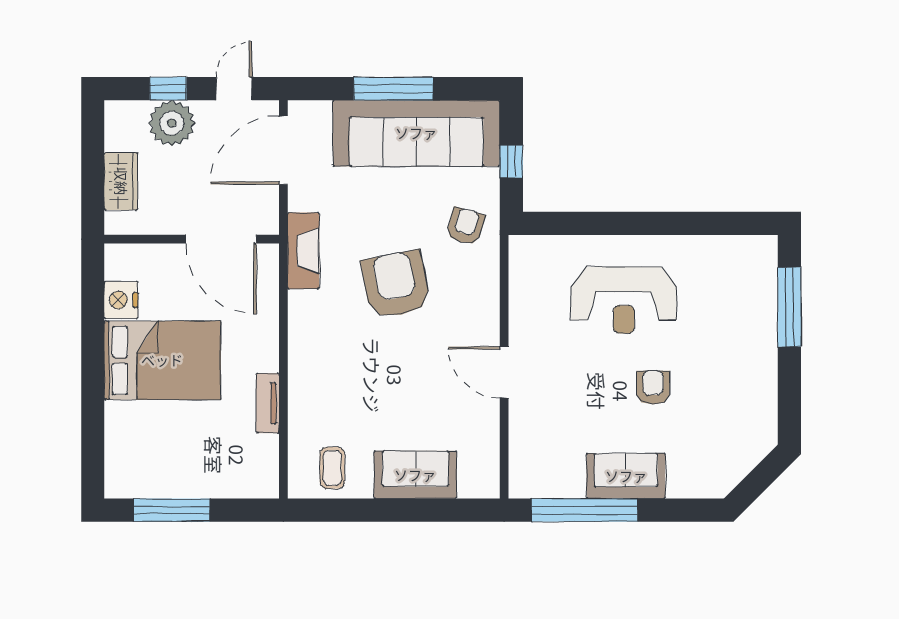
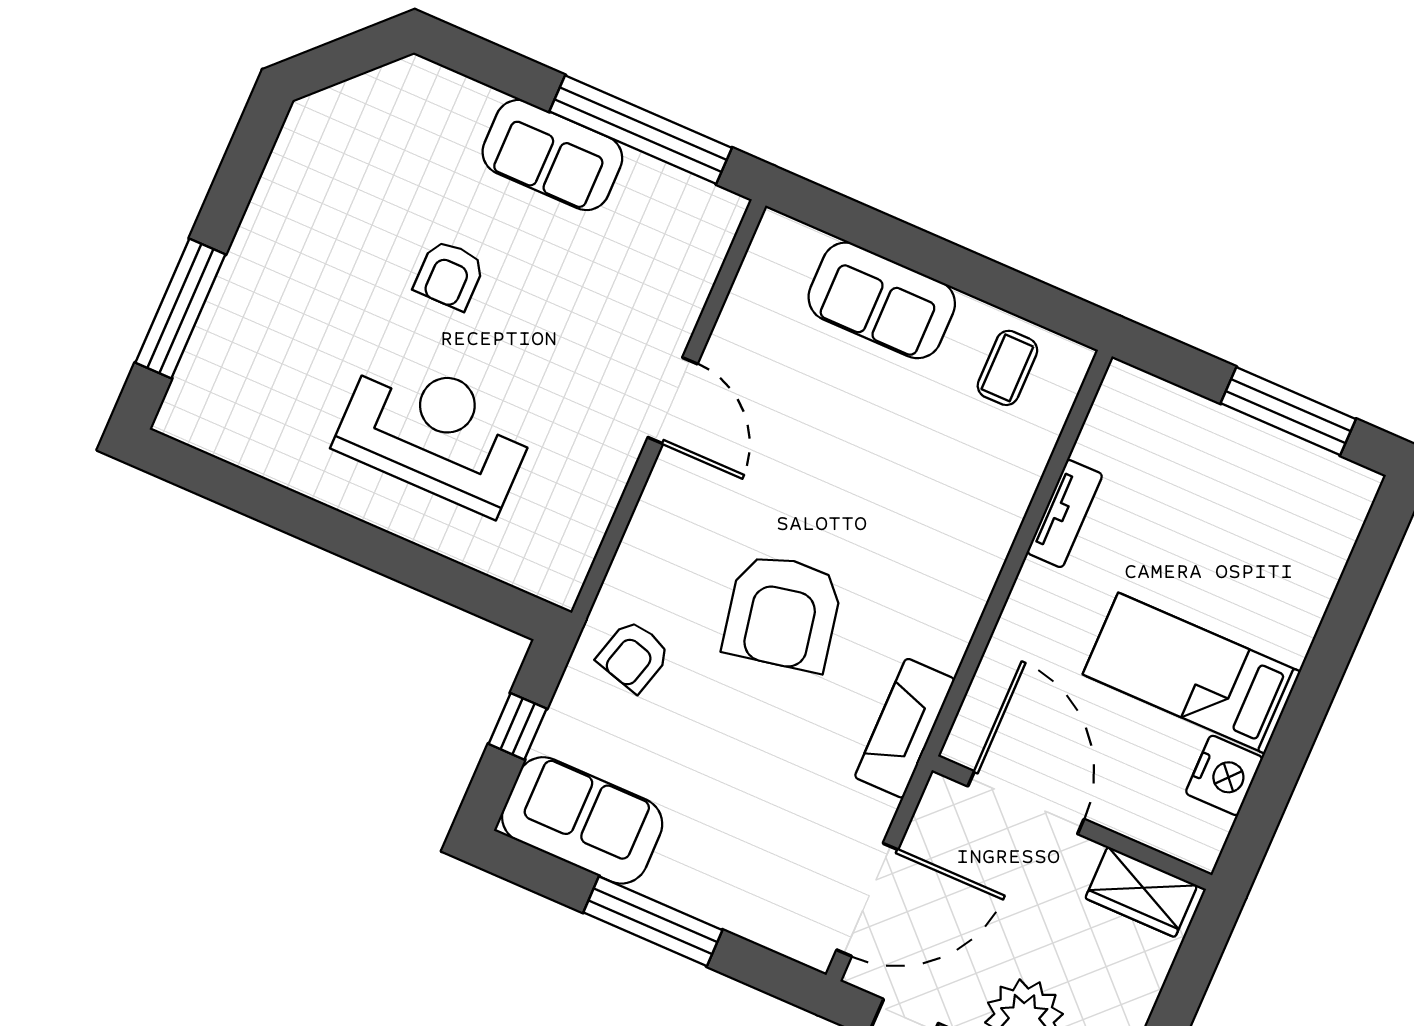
sofa: (416, 133) -> (582, 820), width x0.54, depth x0.79
wardrobe: (121, 181) -> (1141, 892), moved, turned -90
bed: (162, 360) -> (1192, 673), width x0.67

